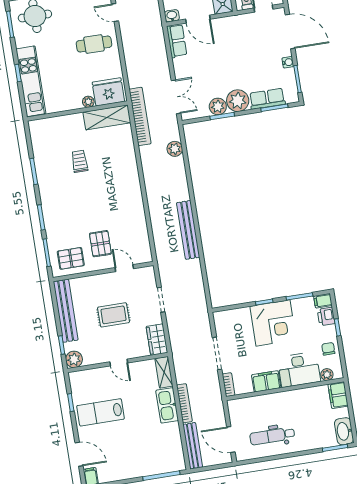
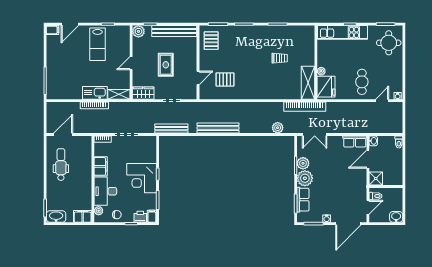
pallet: (100, 244) -> (225, 79), moved
lab bench: (101, 412) -> (98, 44), turned 180
bench: (193, 446) -> (171, 129), moved

